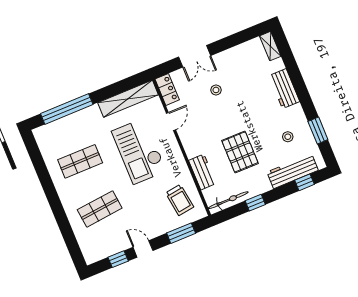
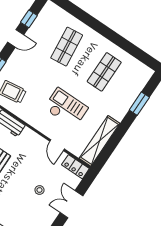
window: (67, 109) -> (139, 104), width x0.47
checkout: (139, 151) -> (66, 108), width x0.73, depth x0.83

